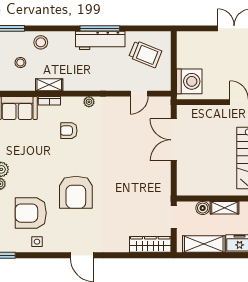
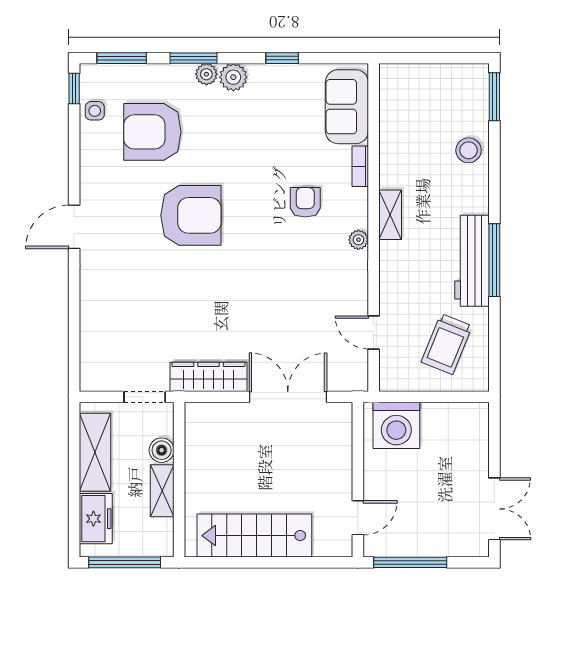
stool: (20, 63) -> (431, 113), removed
shelving: (49, 85) -> (390, 215), moved
armchair: (76, 192) -> (191, 215), turned 180
armchair: (31, 213) -> (152, 132), turned -90
side table: (37, 242) -> (95, 111), moved
wardrobe: (150, 244) -> (209, 377), moved, turned -90

